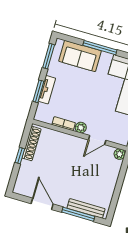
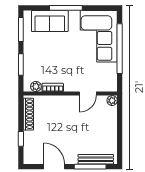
tv unit: (47, 90) -> (28, 61), removed
plant: (81, 128) -> (36, 86), moved
window: (20, 156) -> (21, 139), moved

